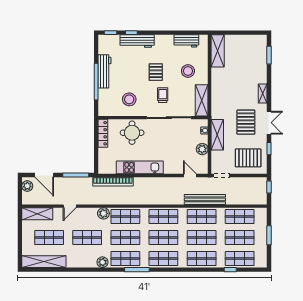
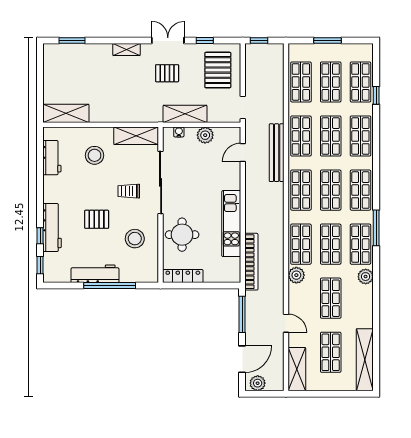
pallet: (156, 72) -> (97, 219), moved
pallet: (246, 122) -> (167, 73), width x0.67, depth x0.71
bench: (205, 199) -> (277, 153), moved

